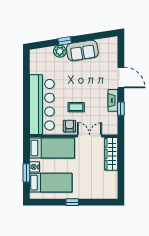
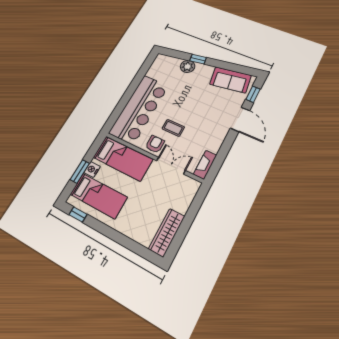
sofa: (82, 50) -> (230, 80), moved
fireplace: (113, 100) -> (205, 165), moved
window: (121, 109) -> (253, 94), moved
wardrobe: (111, 154) -> (167, 232), moved
window: (72, 202) -> (78, 214), moved

